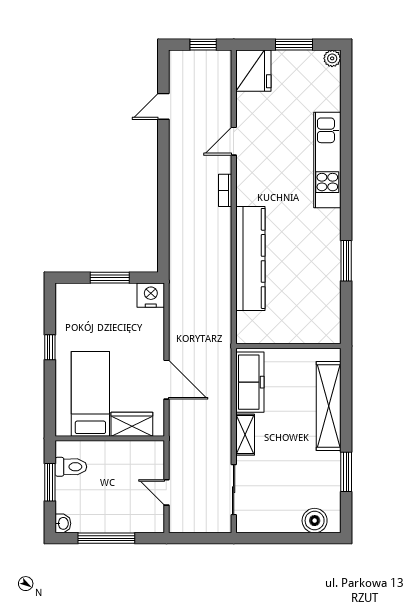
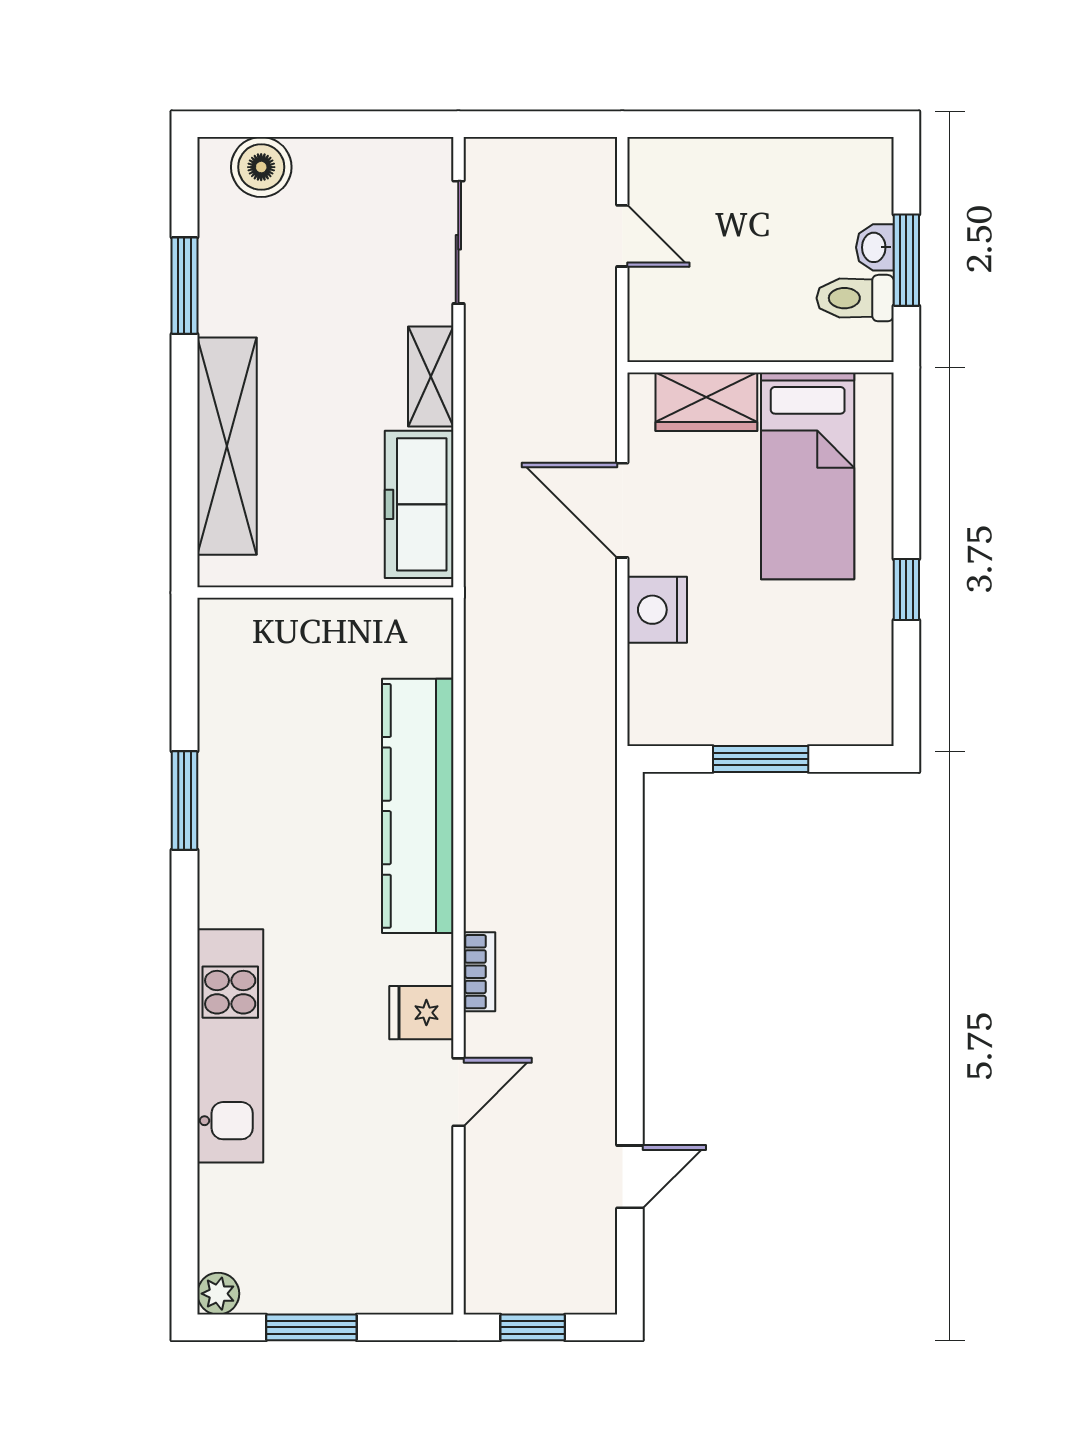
fridge: (253, 71) -> (421, 1013), moved, width x0.53, depth x0.75
nightstand: (151, 295) -> (657, 610), moved, turned 90
washbasin: (63, 523) -> (875, 247), moved
window: (106, 538) -> (769, 124), removed

